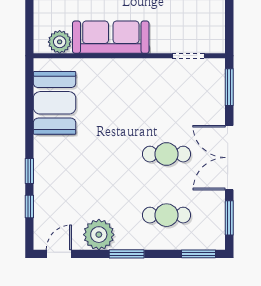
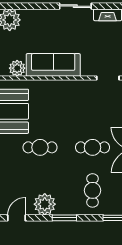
cafe table: (92, 154) -> (40, 147), added
cafe table: (167, 215) -> (93, 190), turned 90

